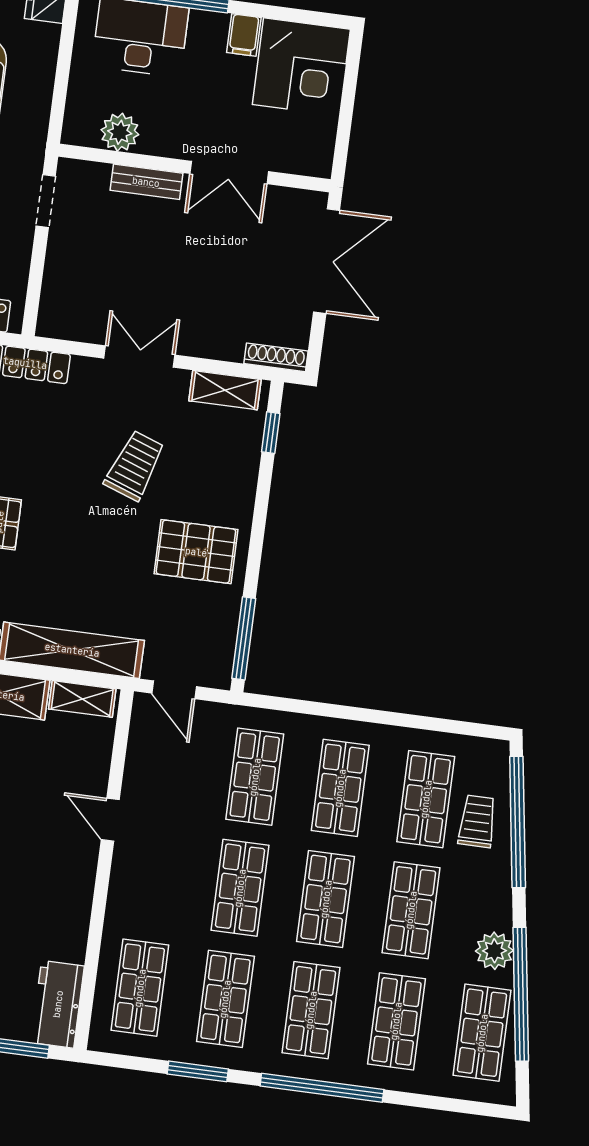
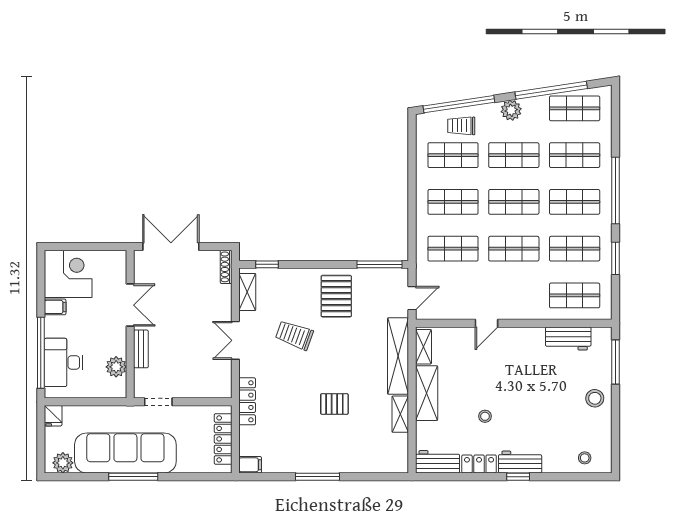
plant: (494, 951) -> (511, 110), moved
workbench: (58, 1004) -> (568, 338), moved

